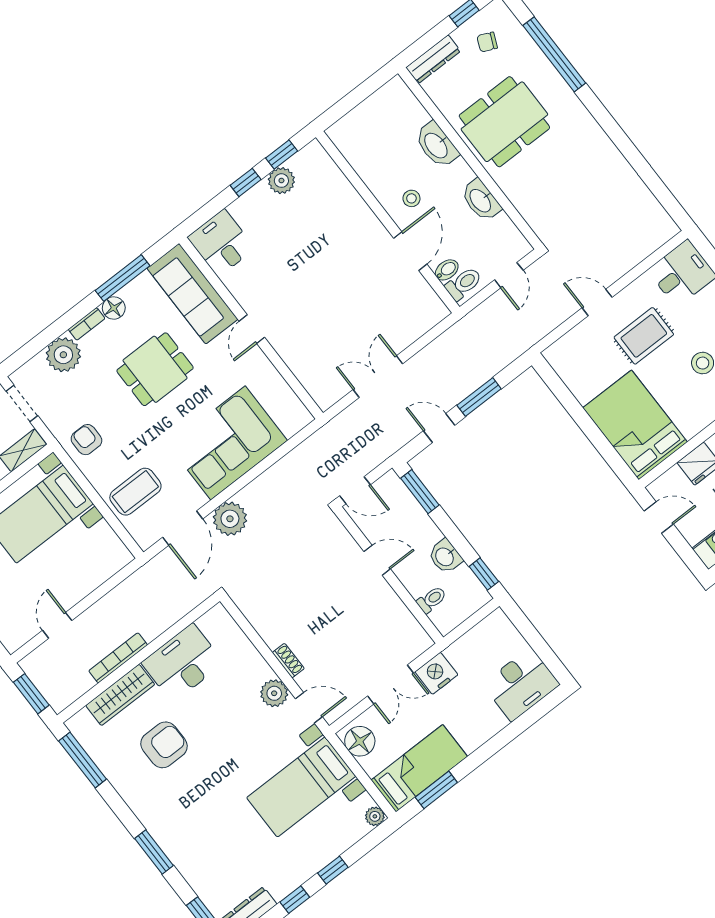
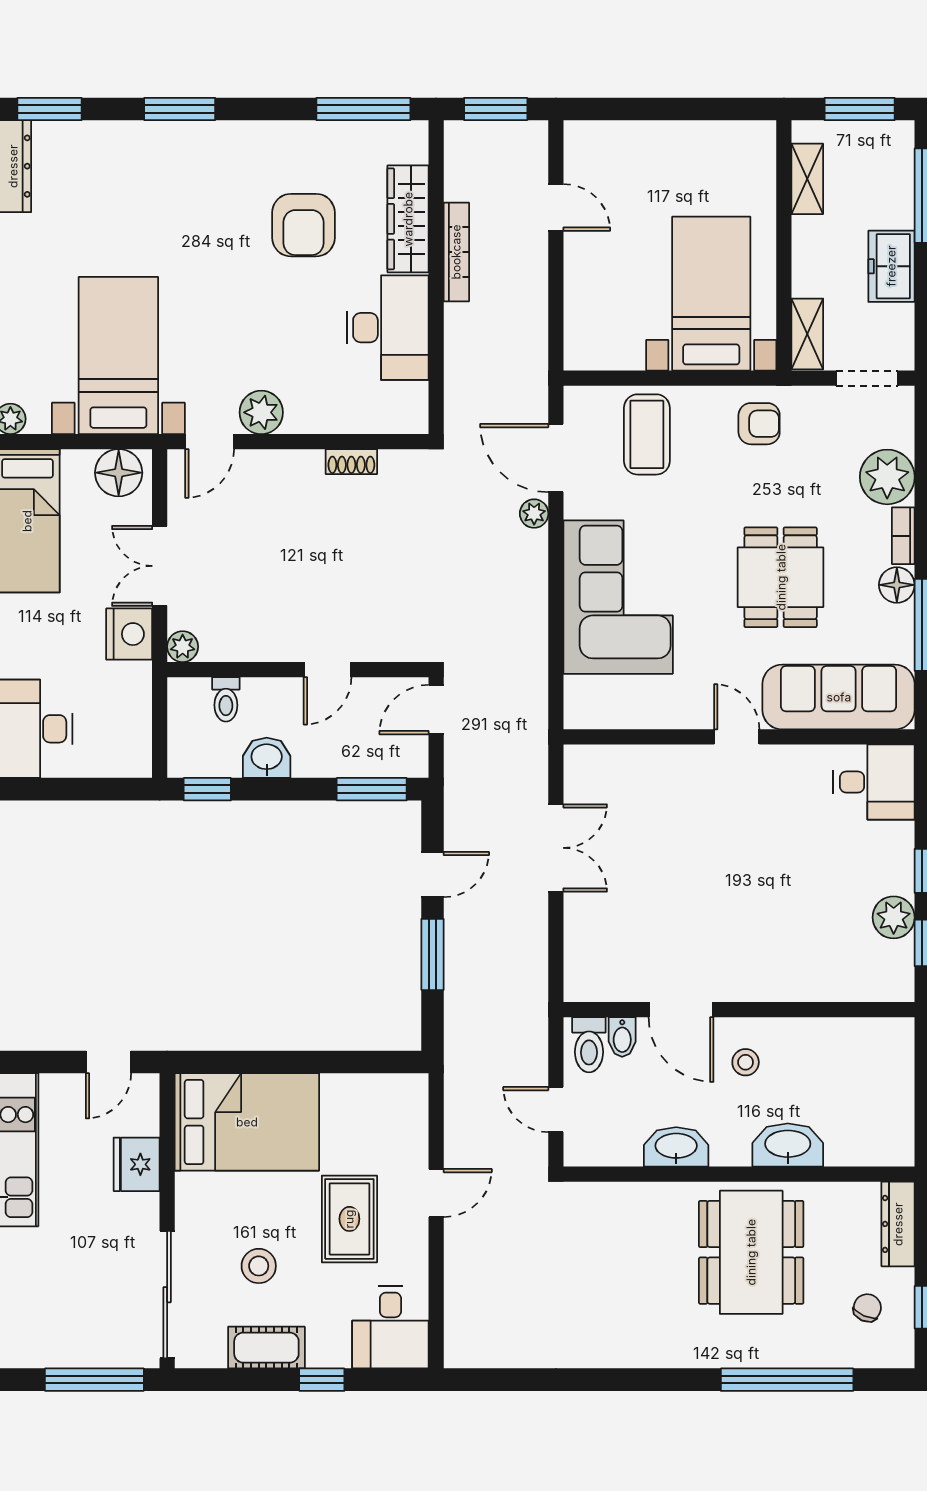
plant: (230, 519) -> (534, 514), width x0.53, depth x0.53
plant: (422, 642) -> (183, 647), added
shoe rack: (288, 661) -> (351, 462), moved

